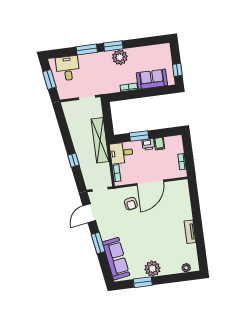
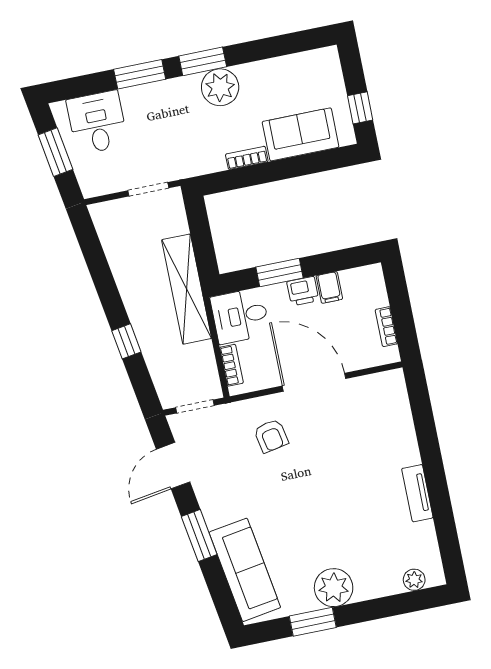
door: (150, 183) -> (314, 382), swing flipped

